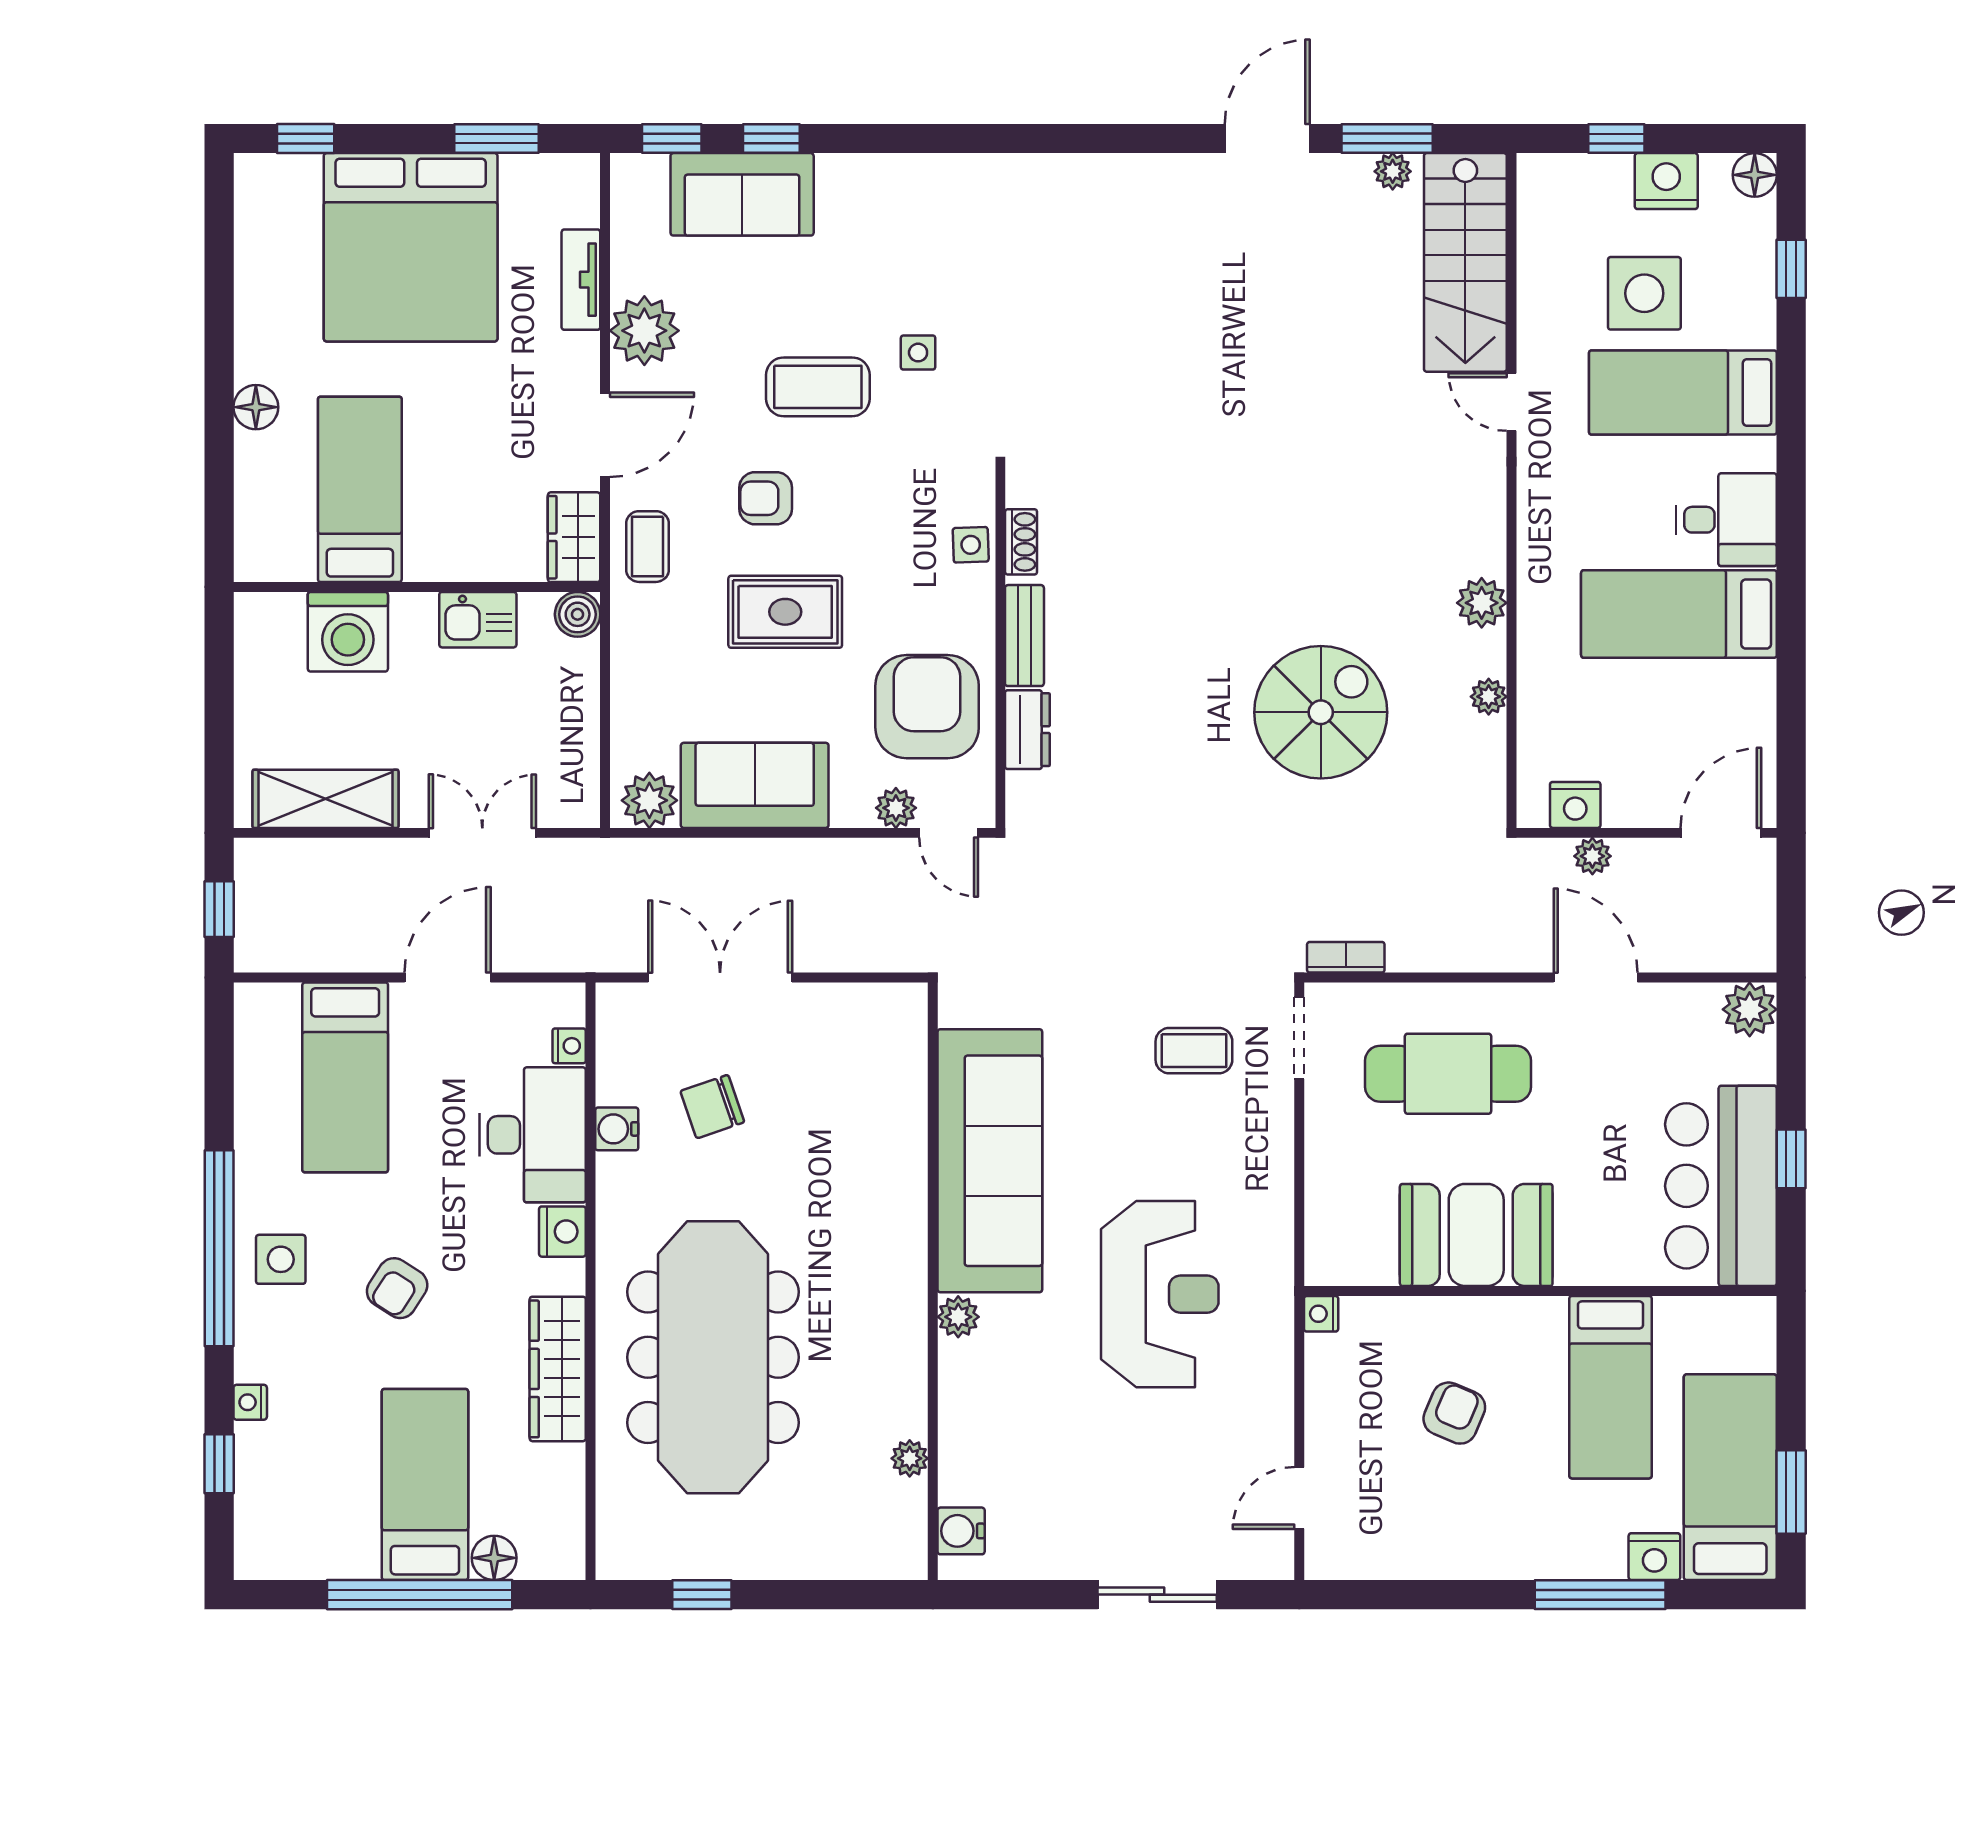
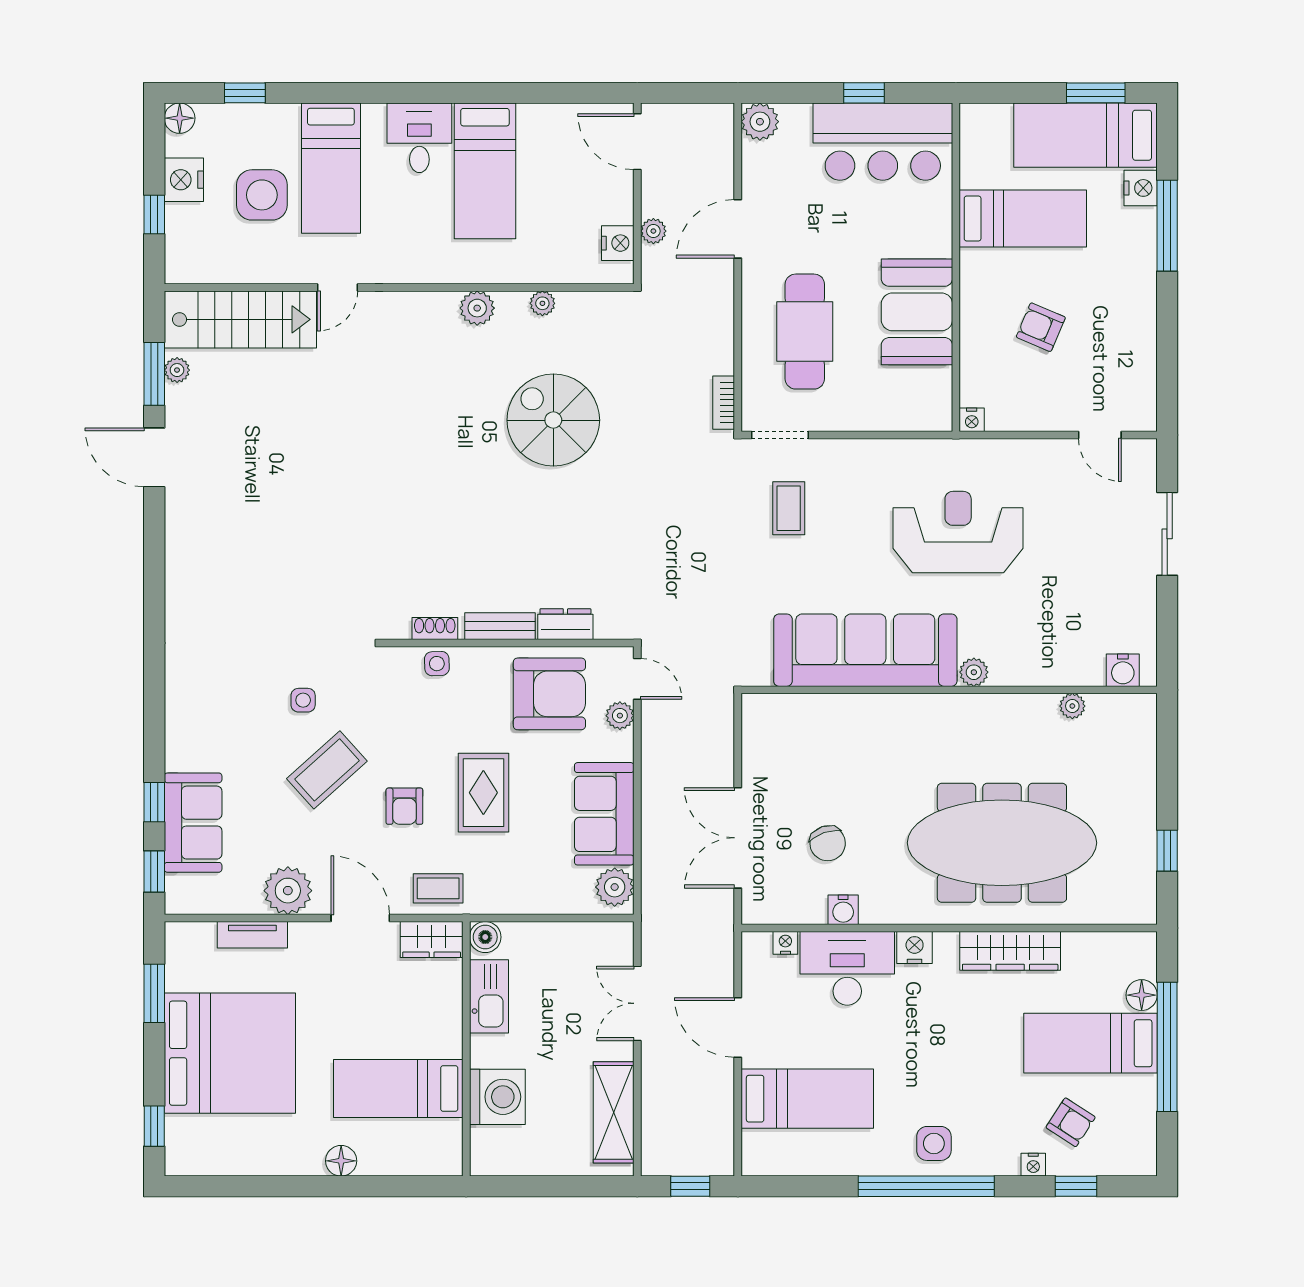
coffee table: (818, 387) -> (327, 770), turned 48
kitchen sink: (478, 620) -> (489, 996), width x1.38
armchair: (927, 707) -> (549, 694), turned 180
door: (949, 833) -> (637, 679), hinge flipped
armchair: (397, 1288) -> (1071, 1122), moved

